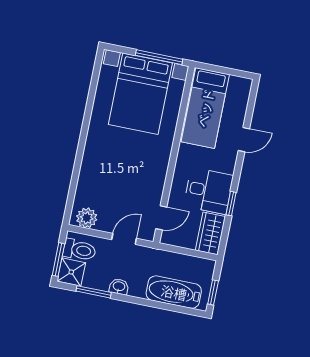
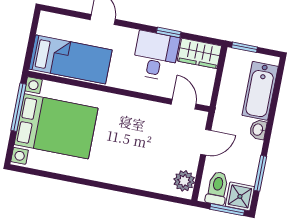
door: (124, 239) -> (206, 142), swing flipped
washbasin: (119, 287) -> (258, 130), moved
window: (213, 292) -> (244, 47), moved

